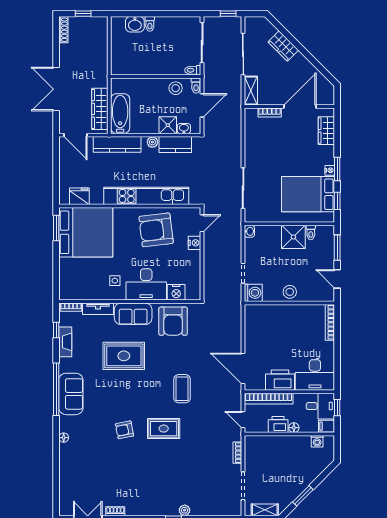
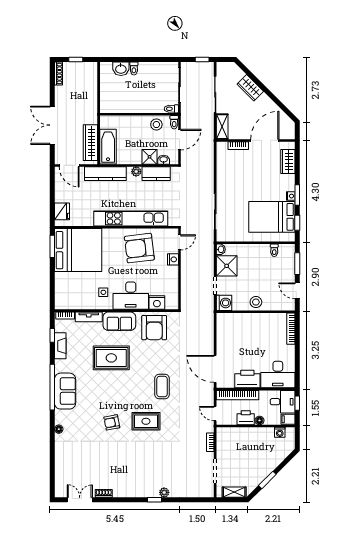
fridge: (79, 196) -> (62, 211), moved, turned 90
shower: (293, 237) -> (227, 266), moved

